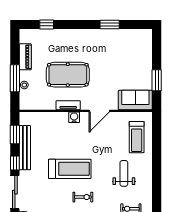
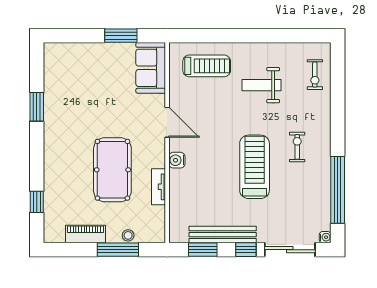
tv unit: (68, 105) -> (159, 187), moved

